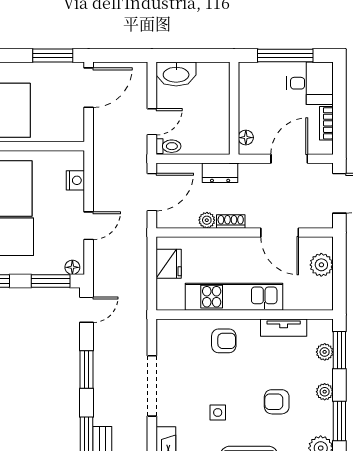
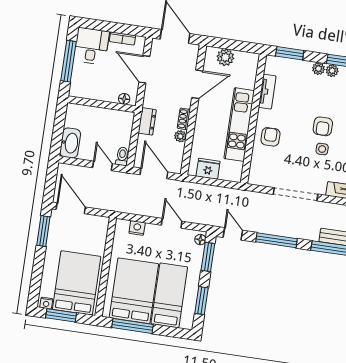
plant: (325, 352) -> (332, 71), moved
window: (87, 369) -> (277, 240), width x1.44
armchair: (277, 402) -> (323, 126), moved

